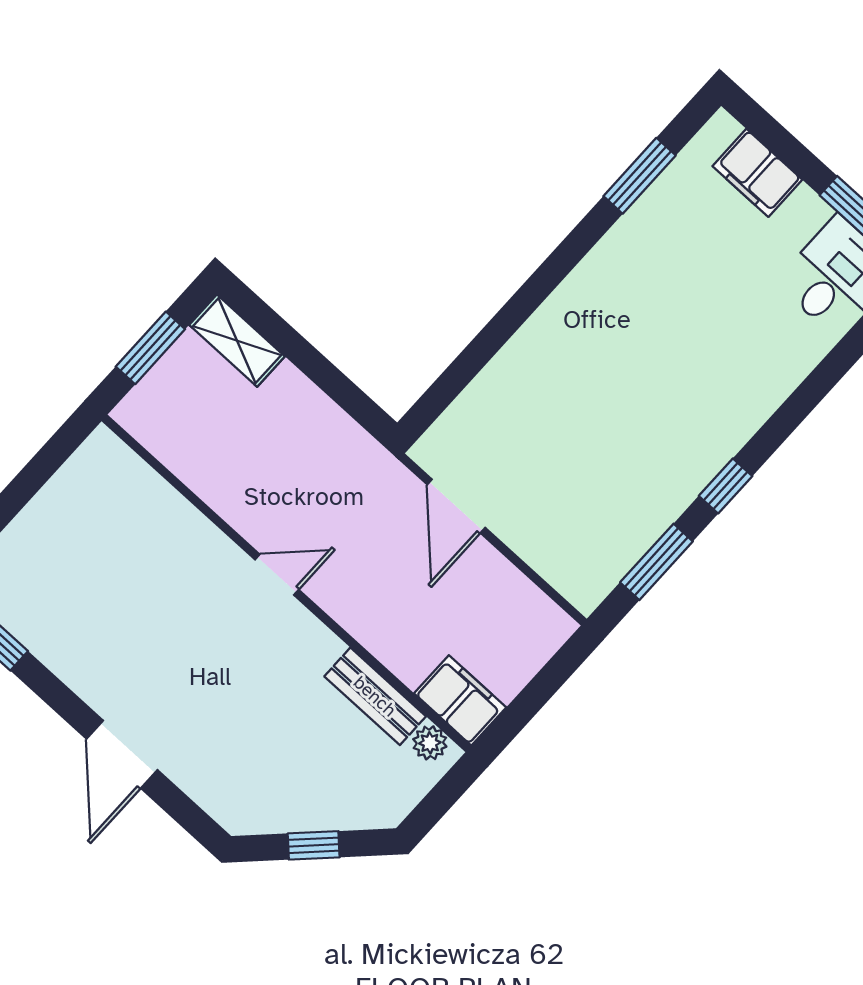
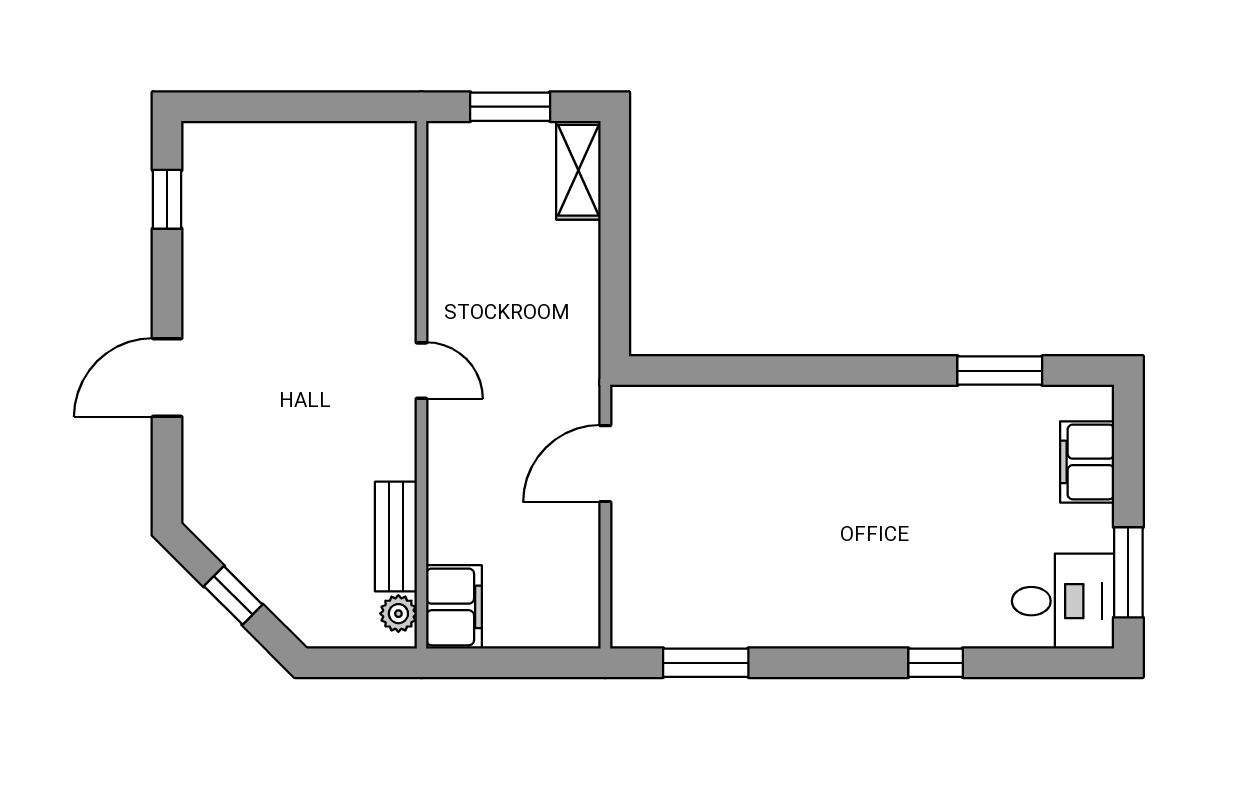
window: (726, 486) -> (936, 663), moved

